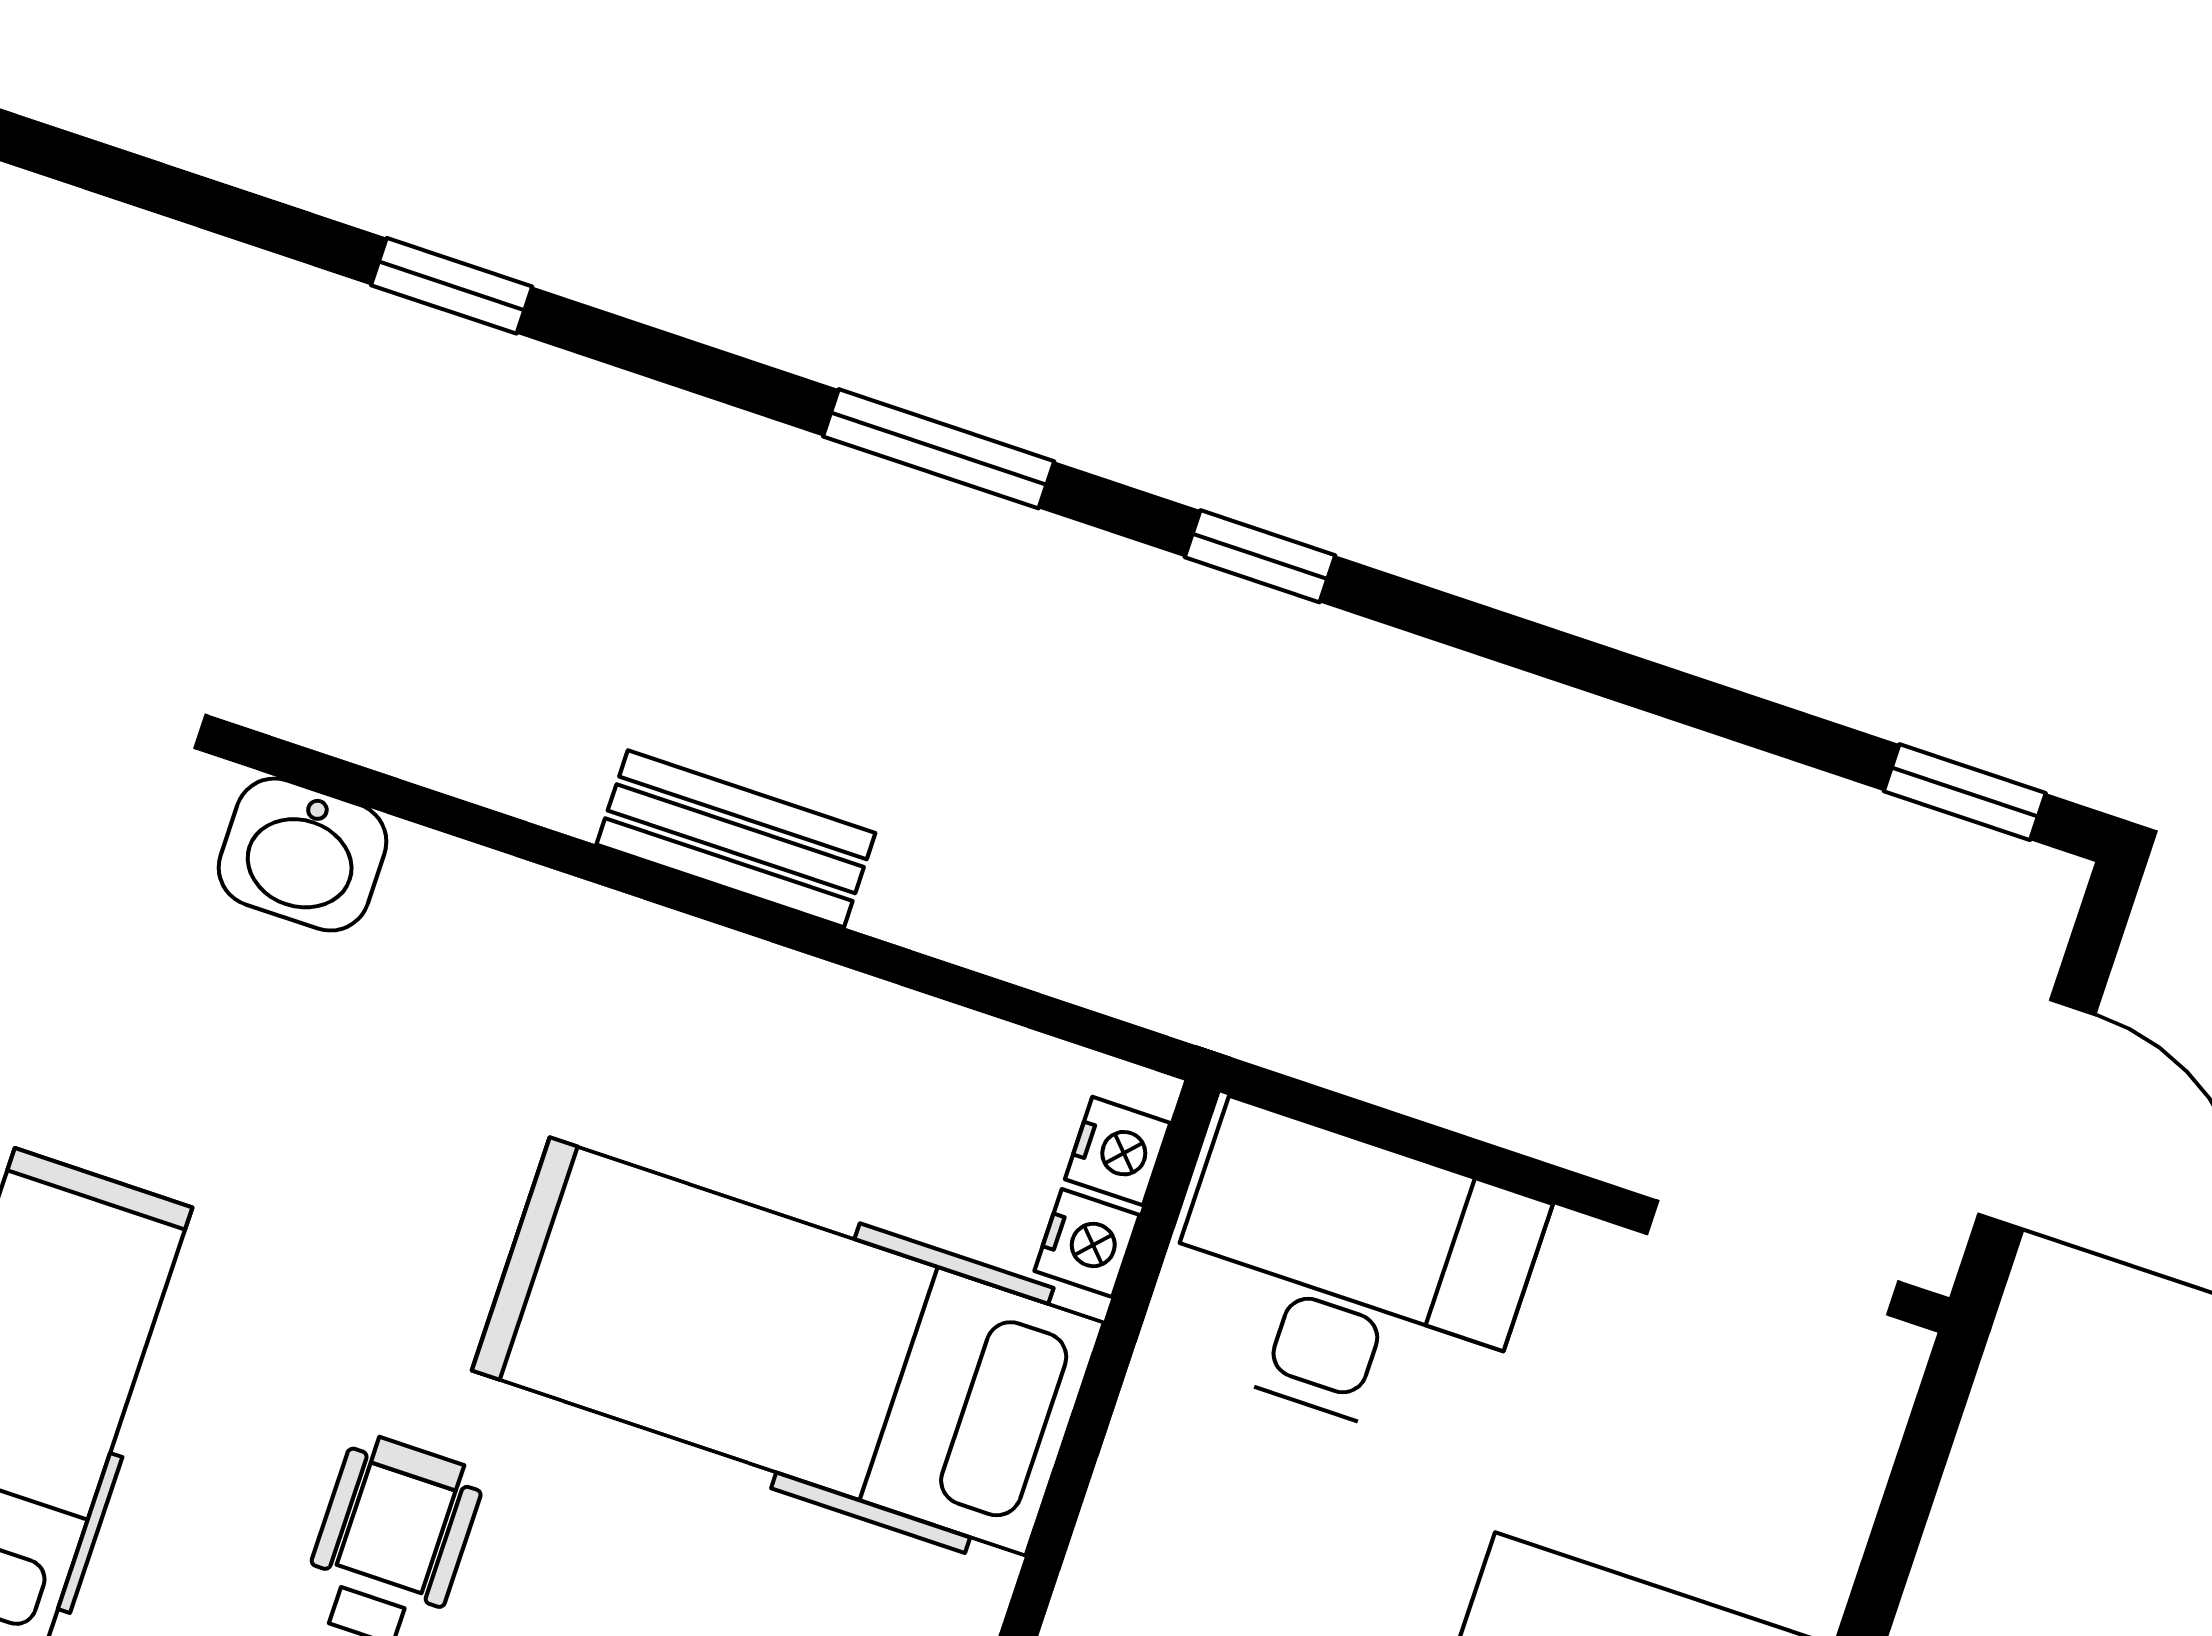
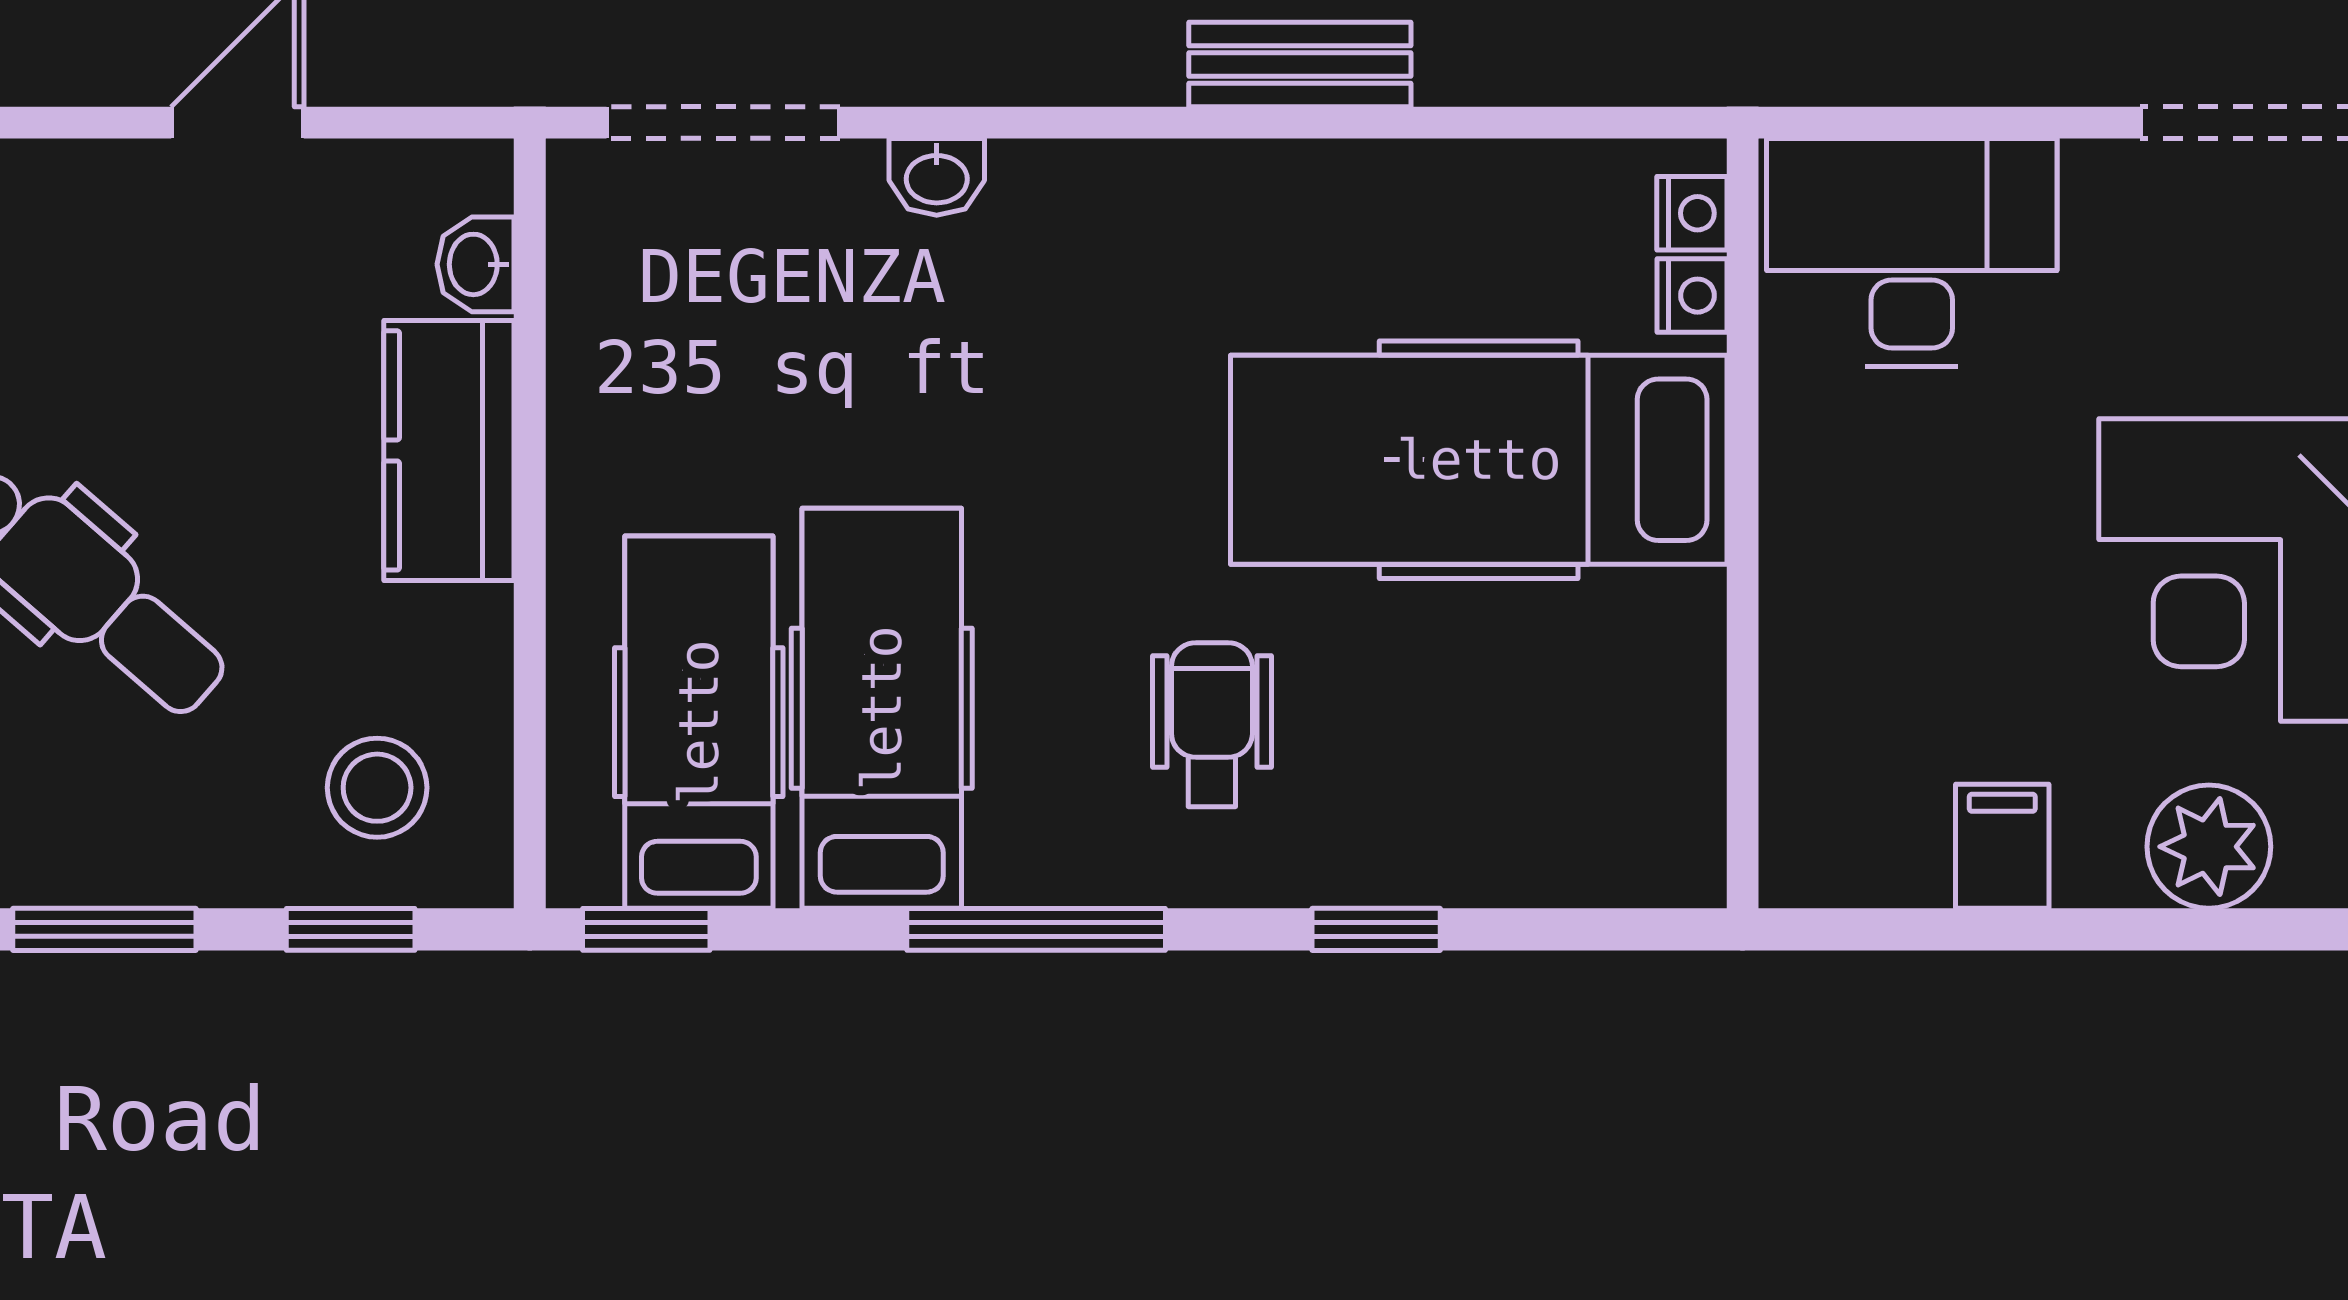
washbasin: (302, 855) -> (937, 177), width x0.72, depth x0.69

